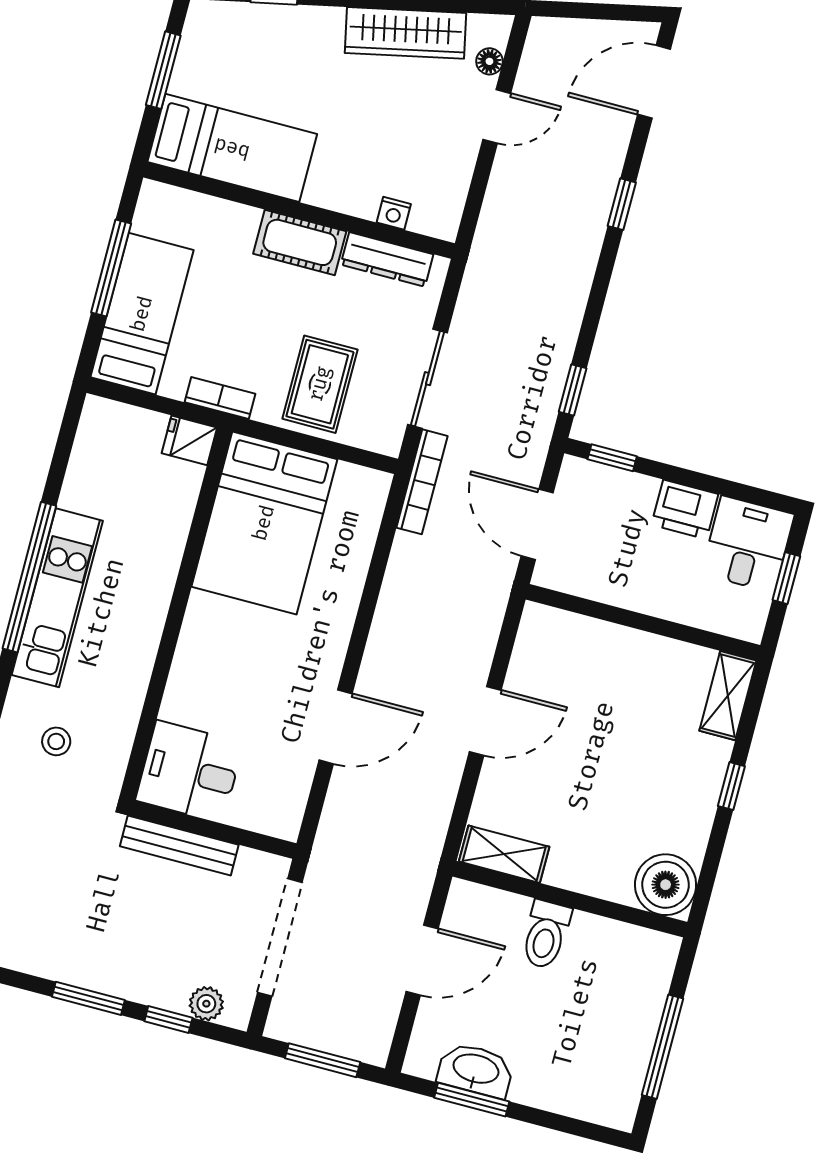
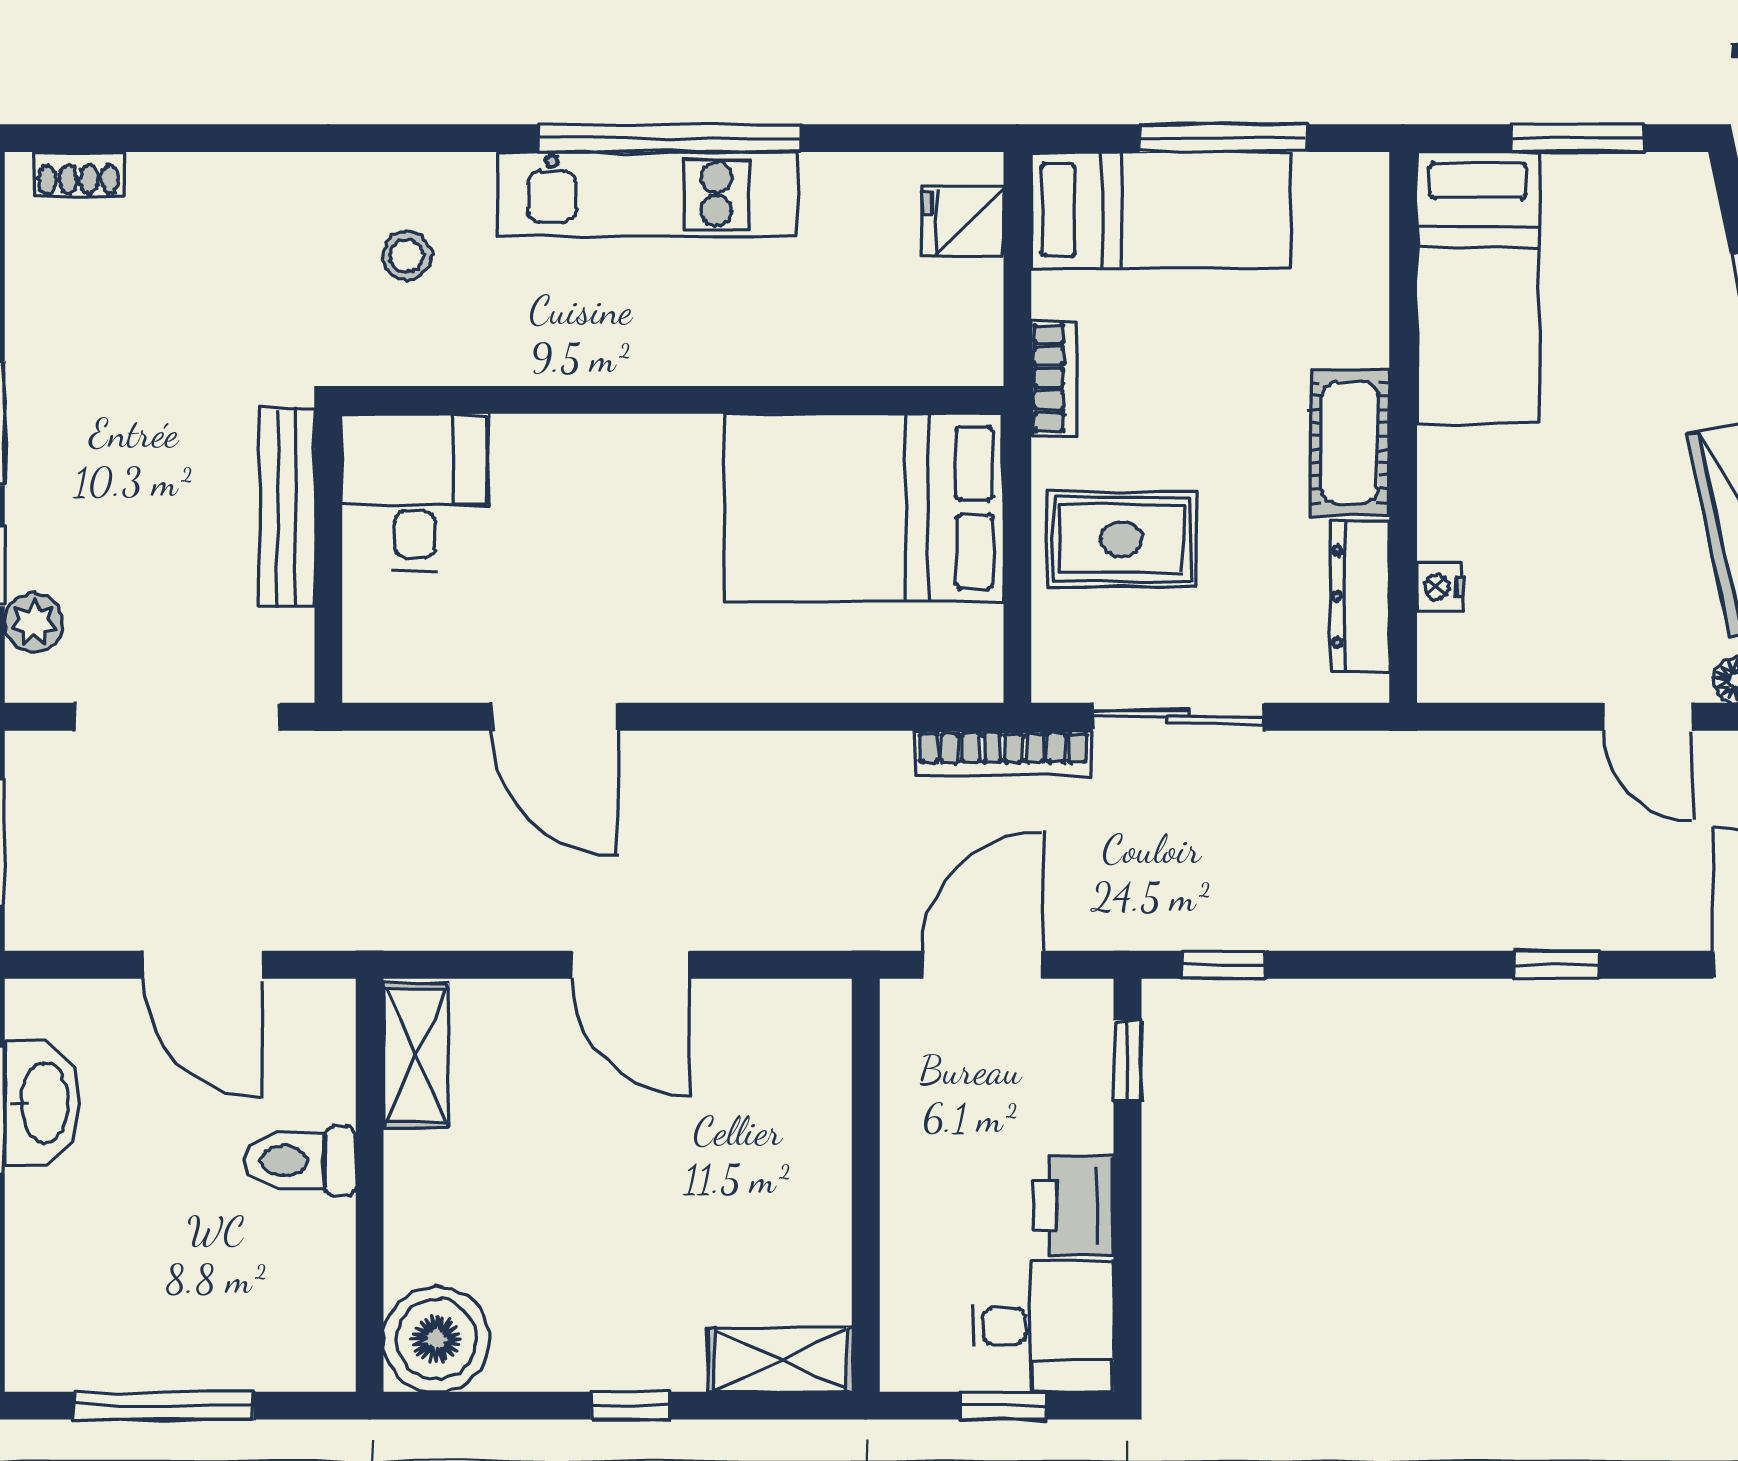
fridge: (189, 440) -> (963, 221), moved, turned -90

